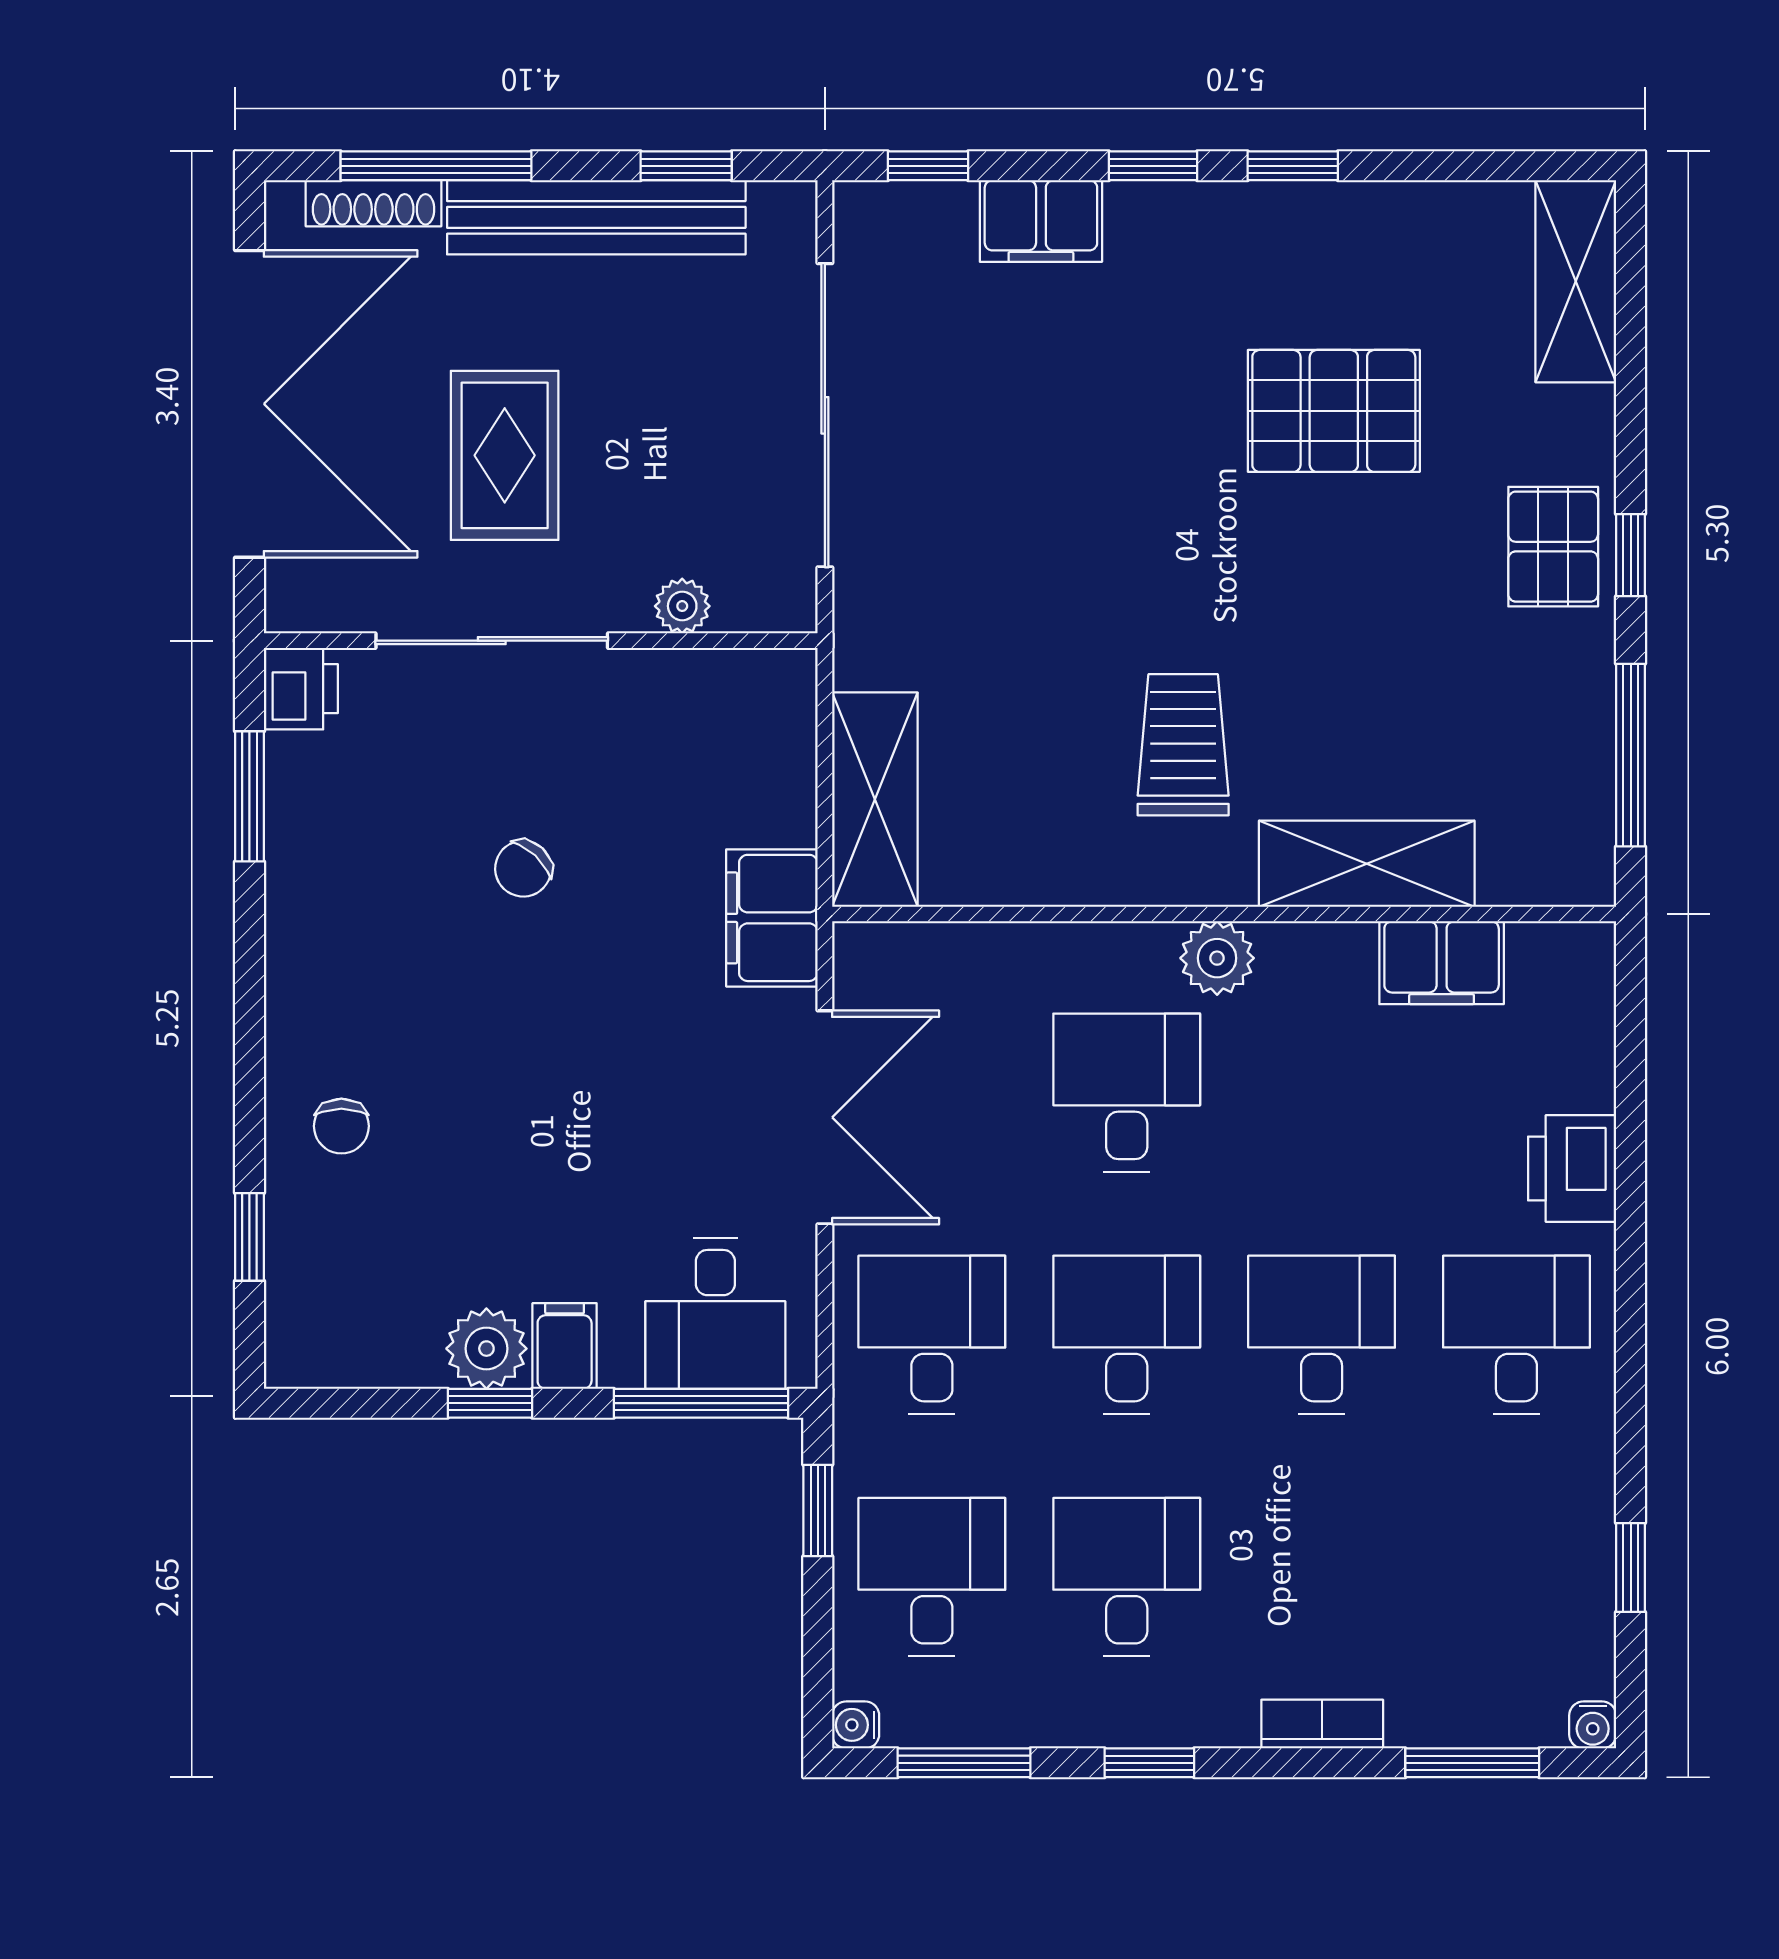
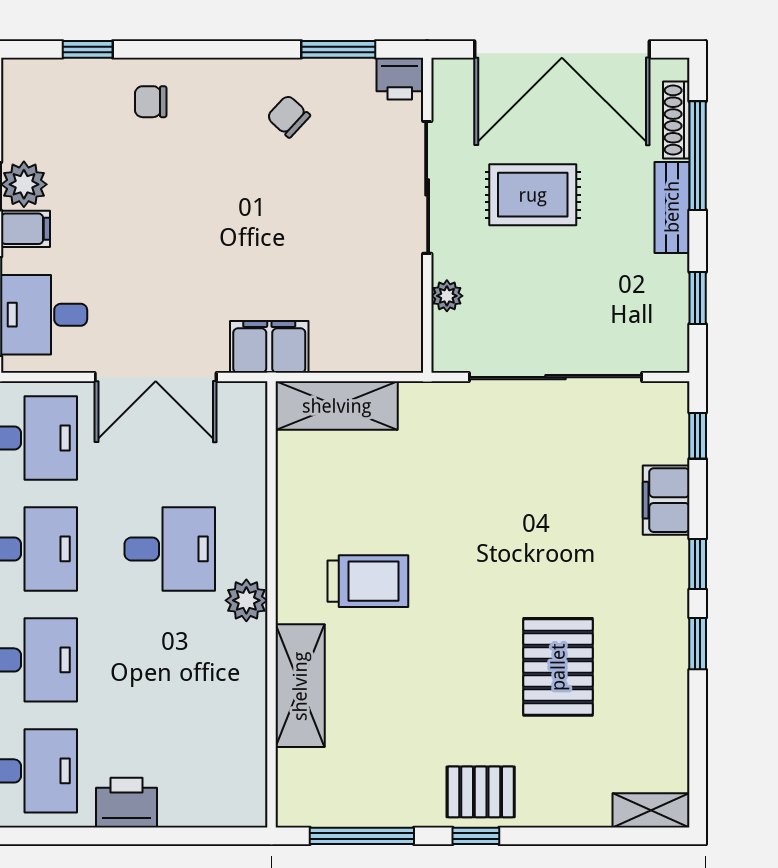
bench: (596, 217) -> (672, 207), width x0.54, depth x0.82
shelving: (1576, 281) -> (651, 810), width x0.67, depth x0.75
chair: (523, 869) -> (288, 116), moved
filing cabinet: (1442, 963) -> (244, 728), removed

